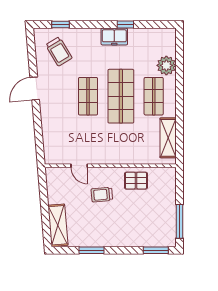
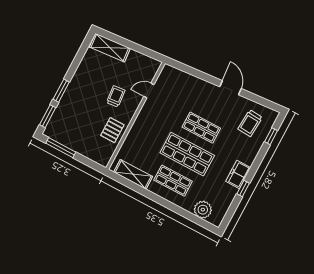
trolley: (59, 51) -> (250, 123), turned -55
plant: (166, 65) -> (203, 210), moved
window: (92, 250) -> (61, 91), moved

